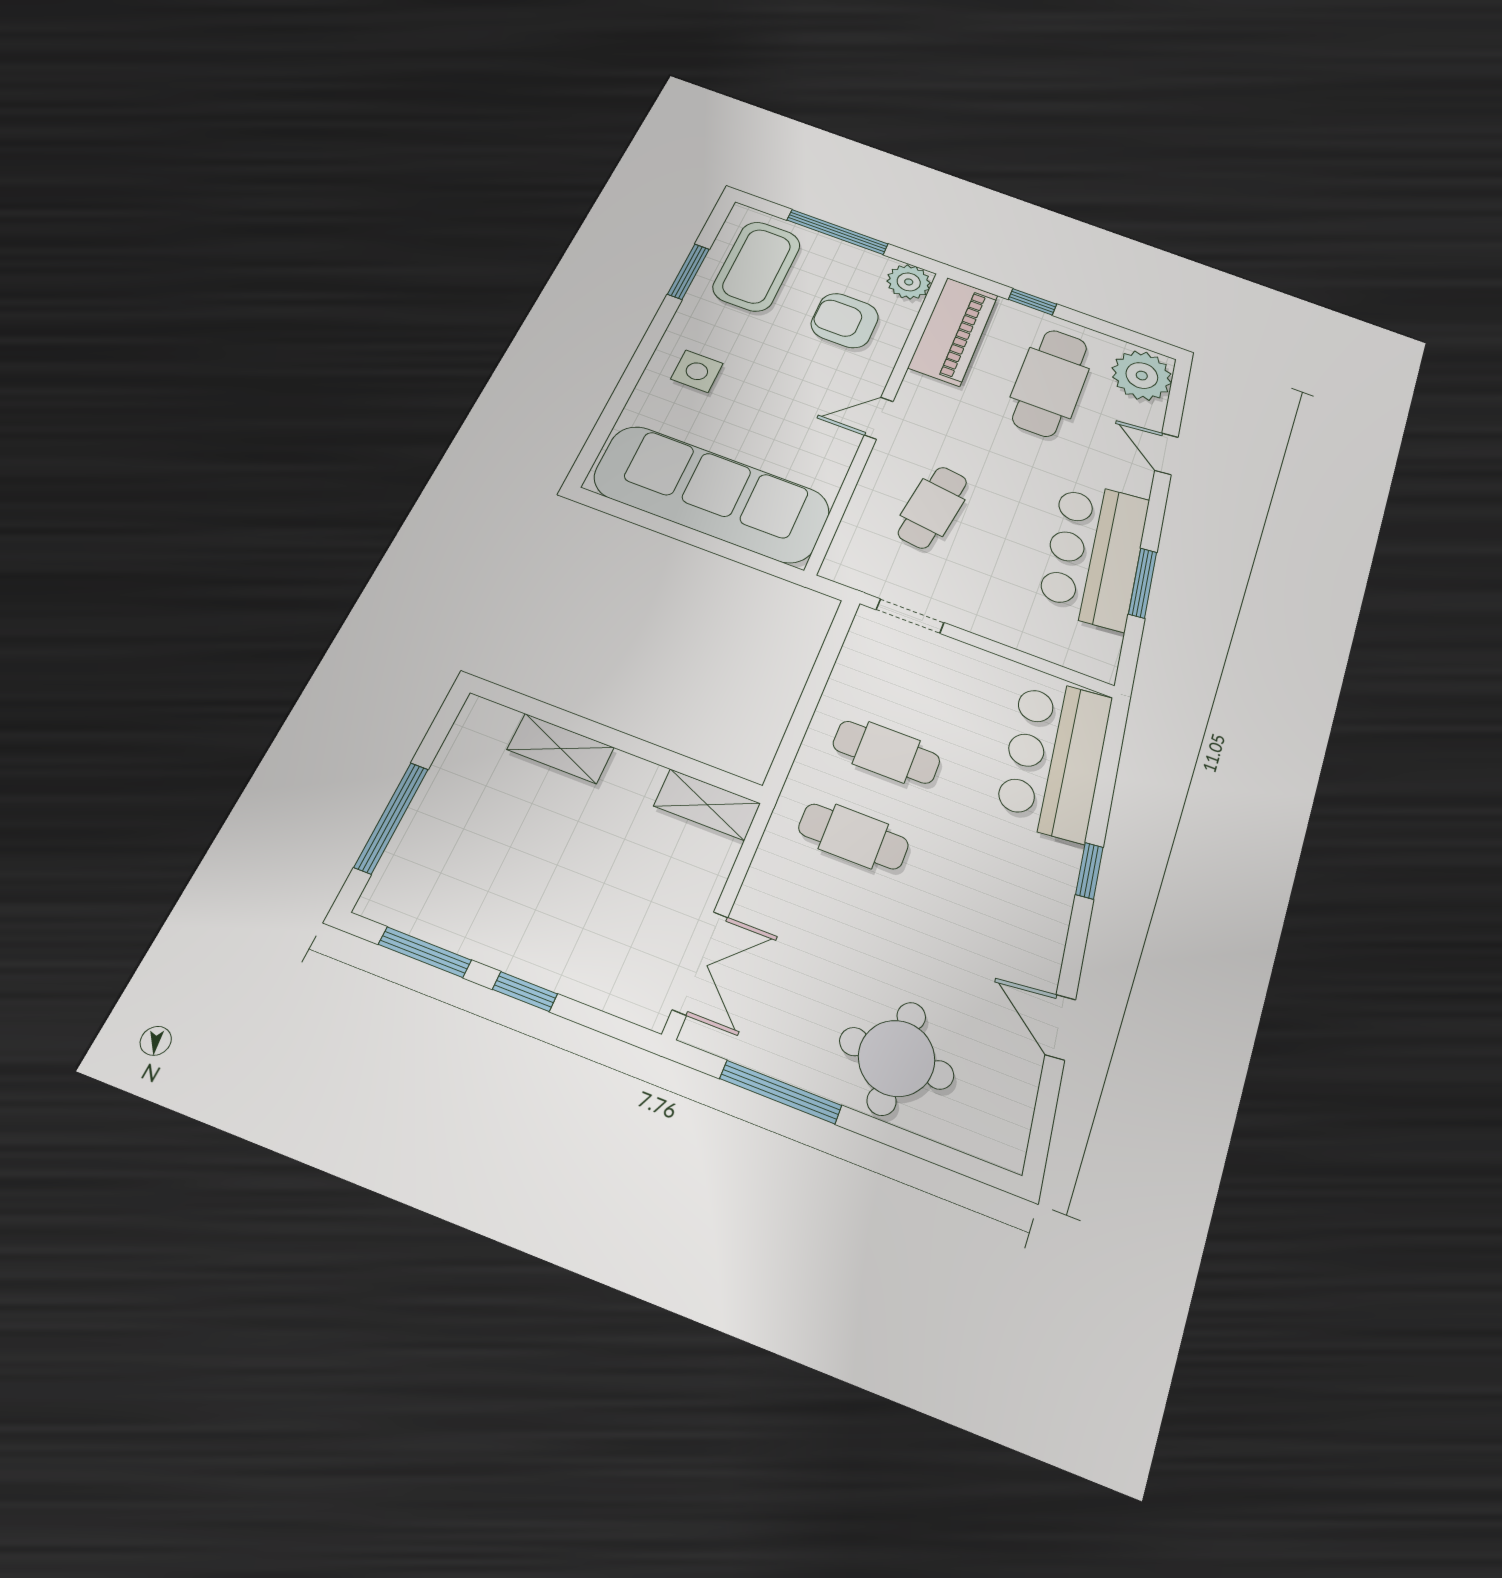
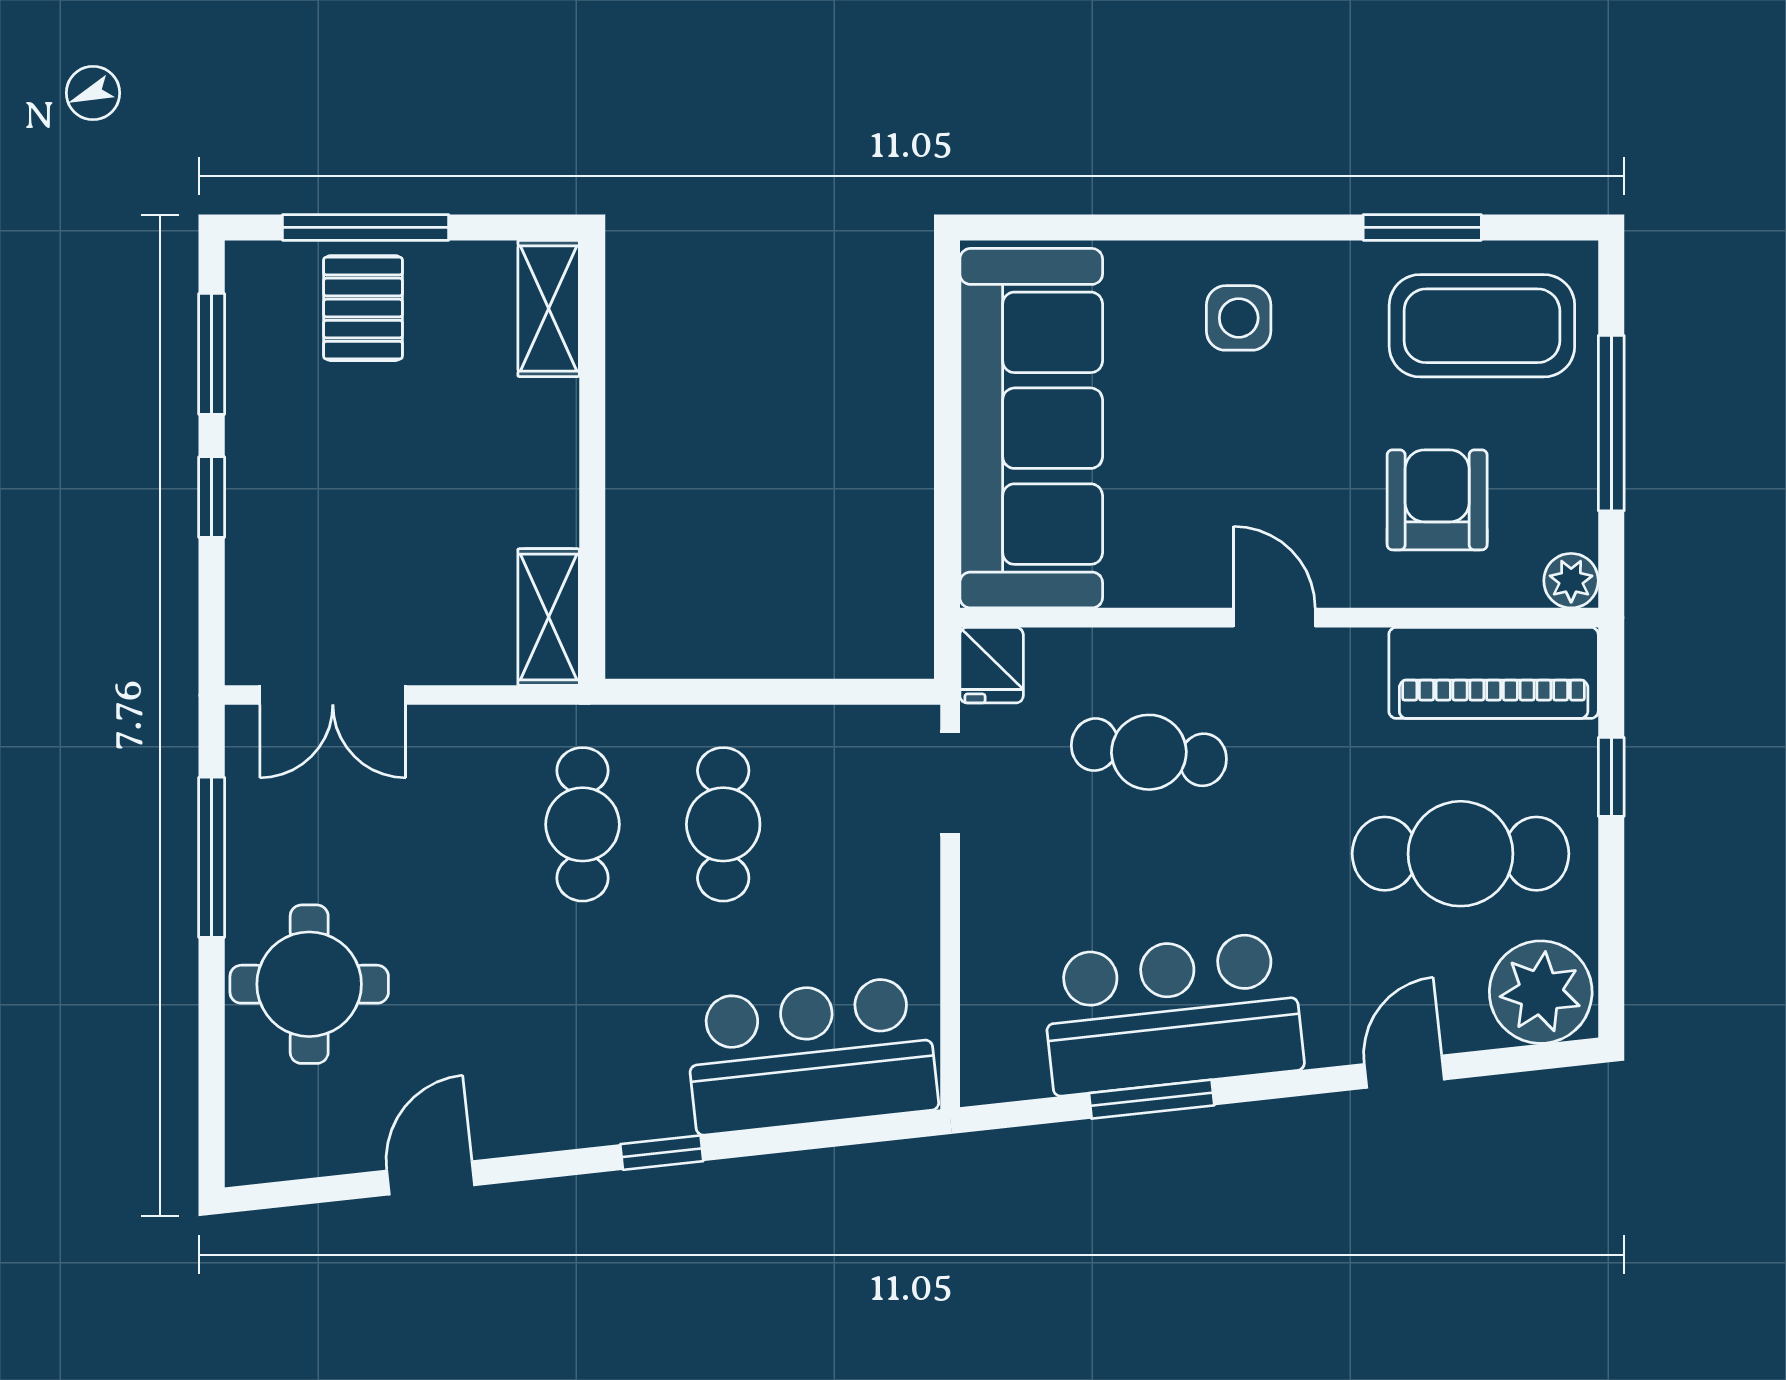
plant: (909, 282) -> (1571, 581), width x0.73, depth x0.73
fridge: (847, 567) -> (992, 665), added
shelving: (561, 749) -> (549, 308), moved
pallet: (445, 840) -> (363, 308), added

